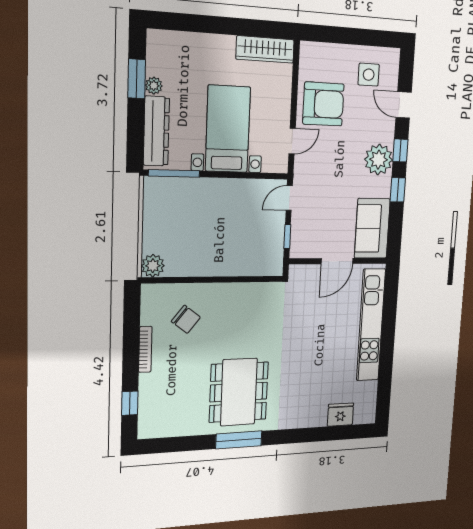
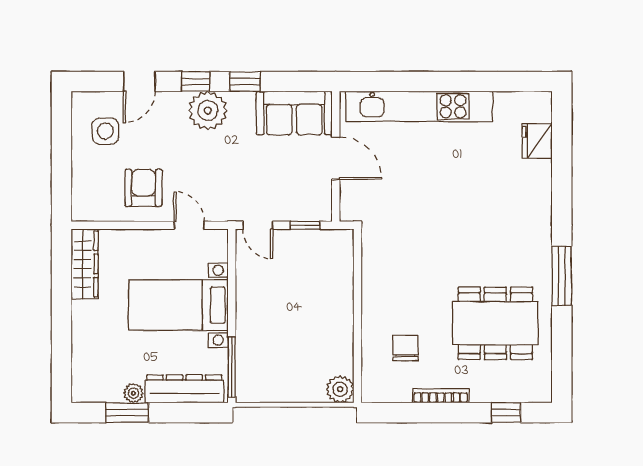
armchair: (323, 104) -> (143, 188), width x0.73, depth x0.73
chair: (186, 319) -> (405, 348), turned -38
dining table: (239, 392) -> (495, 323), moved

